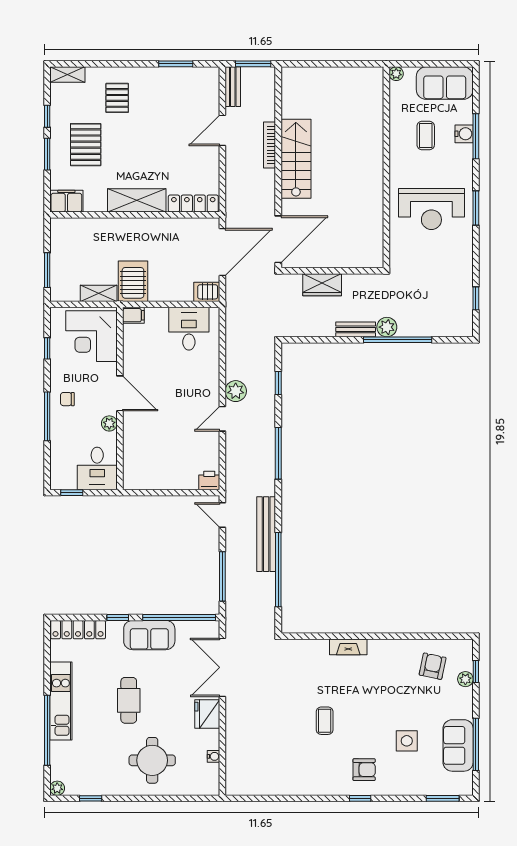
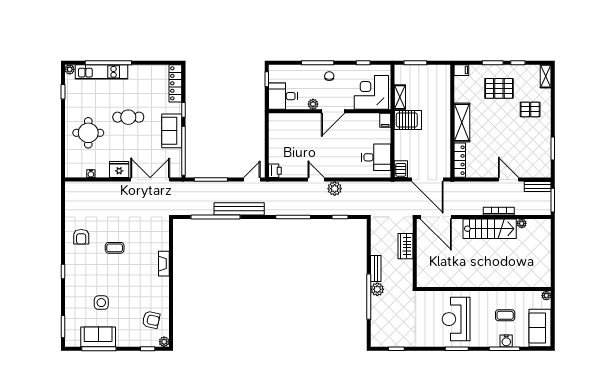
plant: (288, 111) -> (522, 223), added
filing cabinet: (66, 201) -> (461, 70), width x0.50
plant: (465, 679) -> (164, 342), moved
kitchen unit: (61, 701) -> (102, 72), moved
armchair: (364, 770) -> (81, 237), moved

